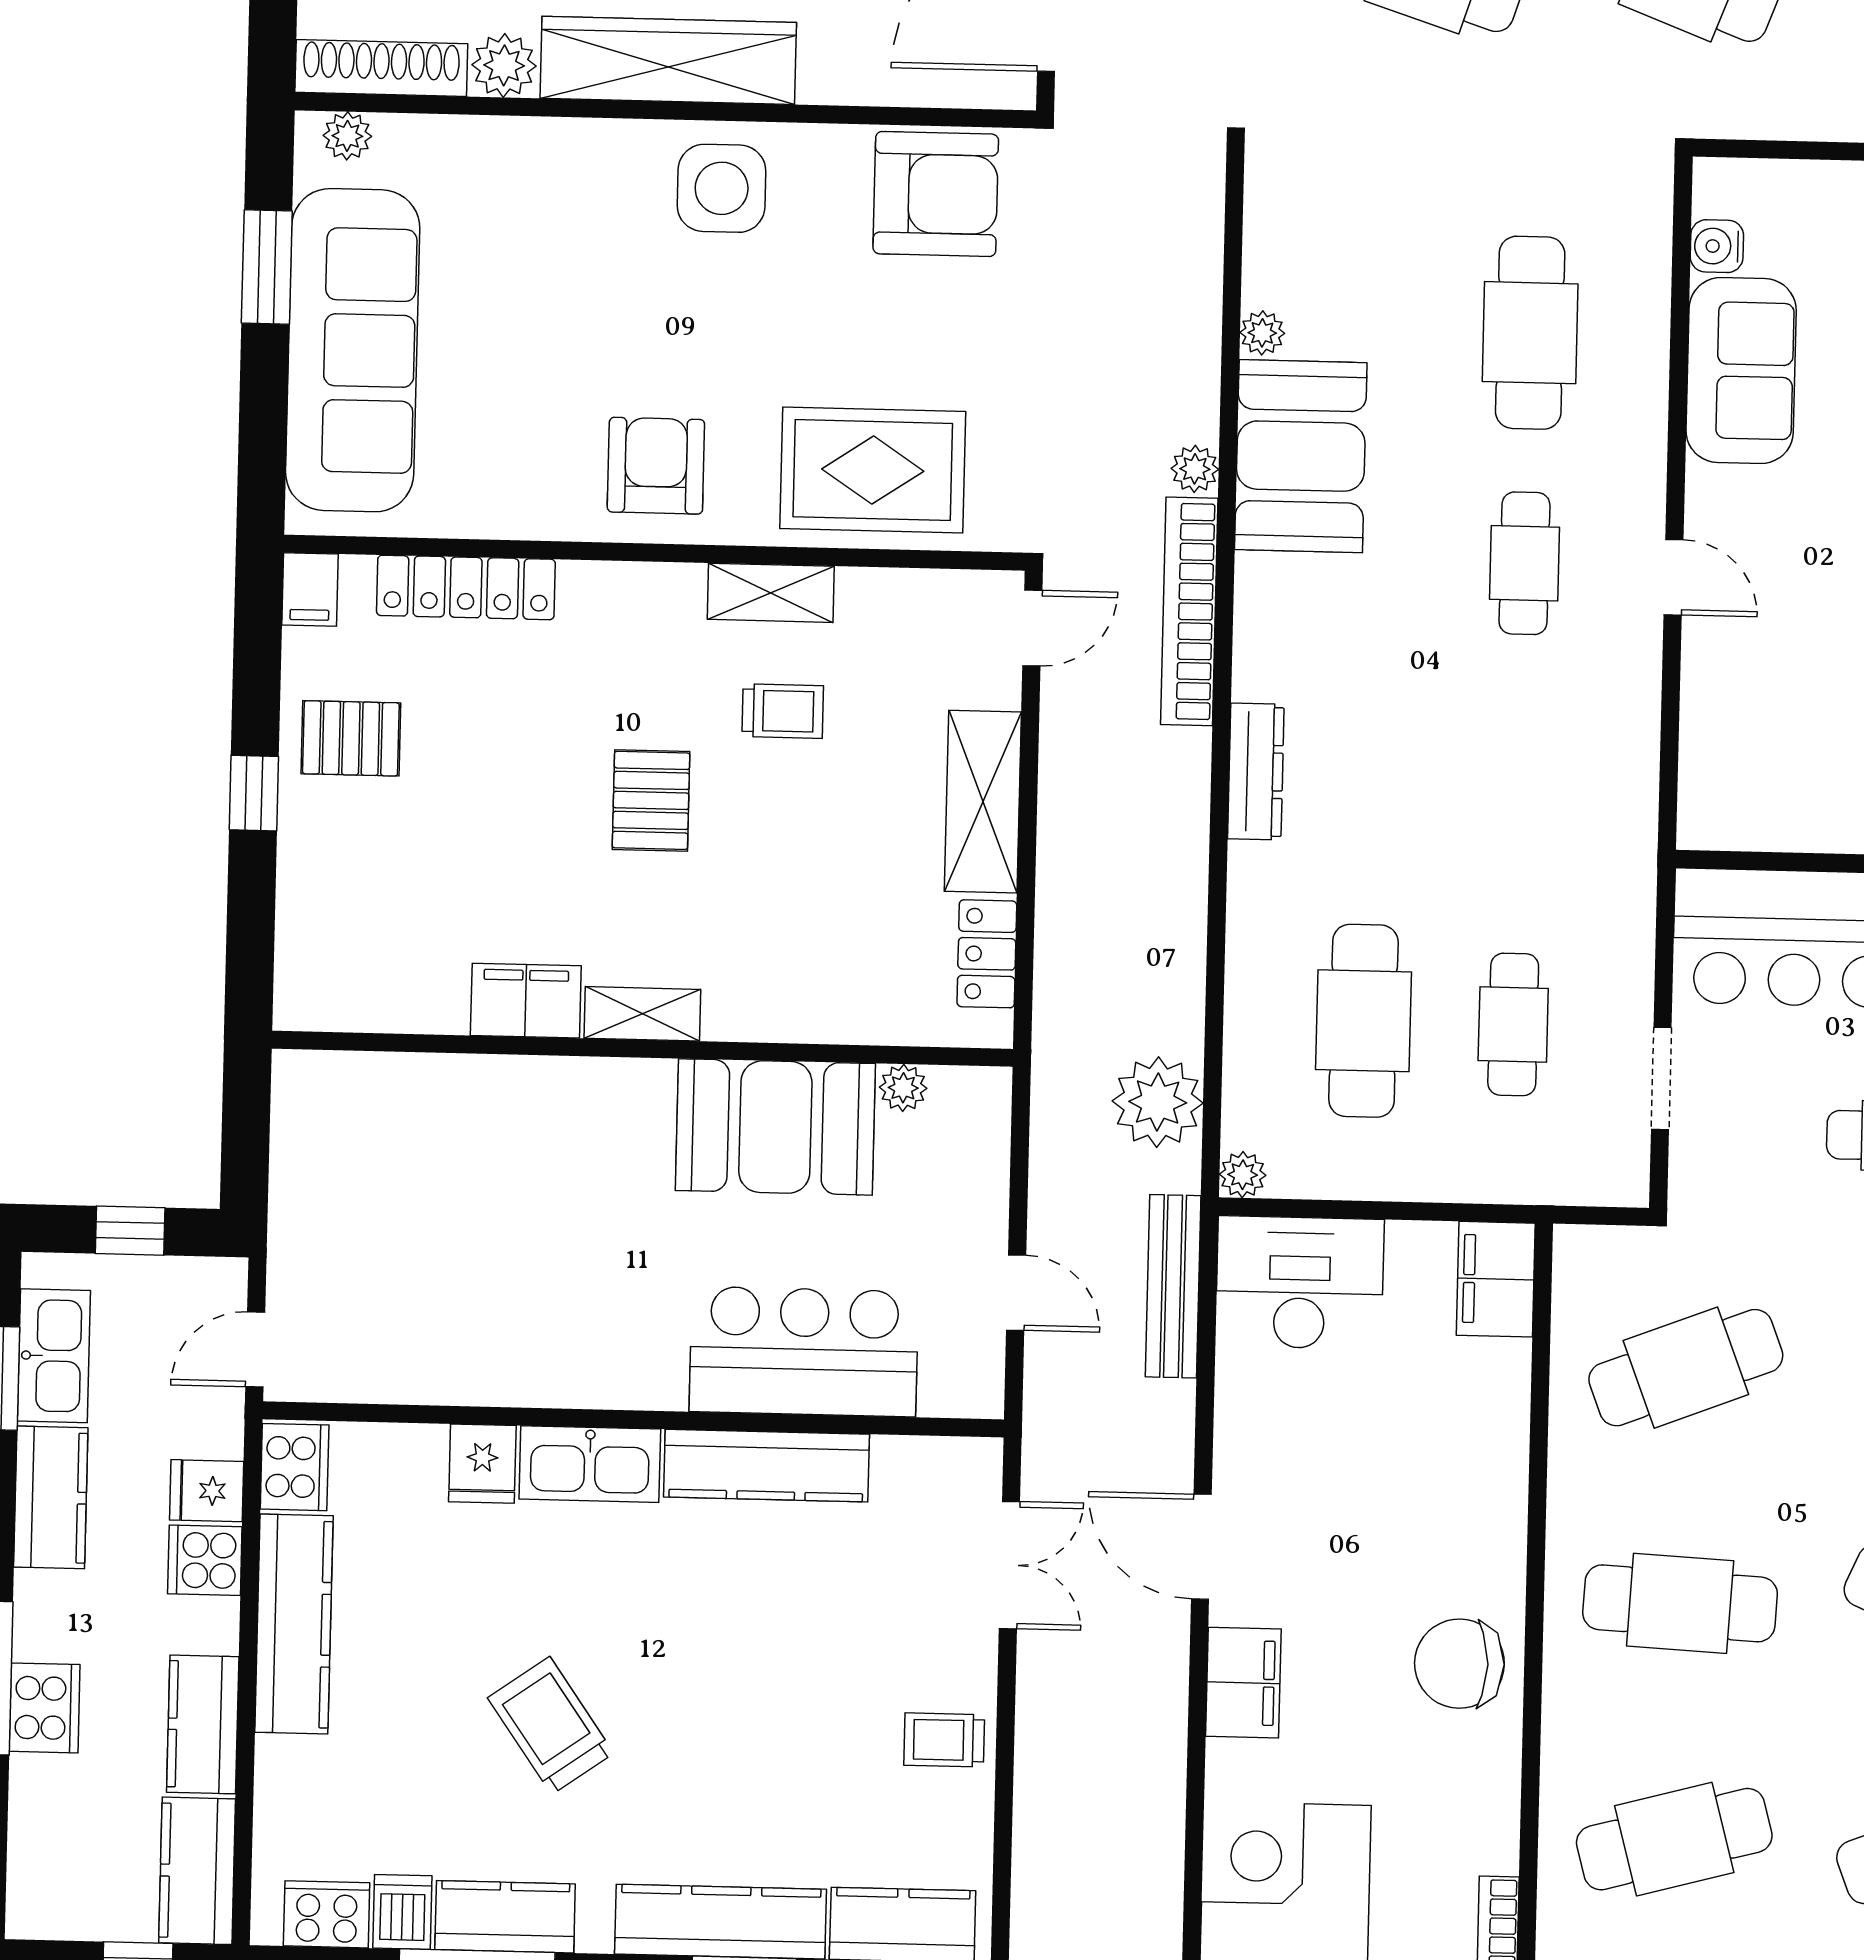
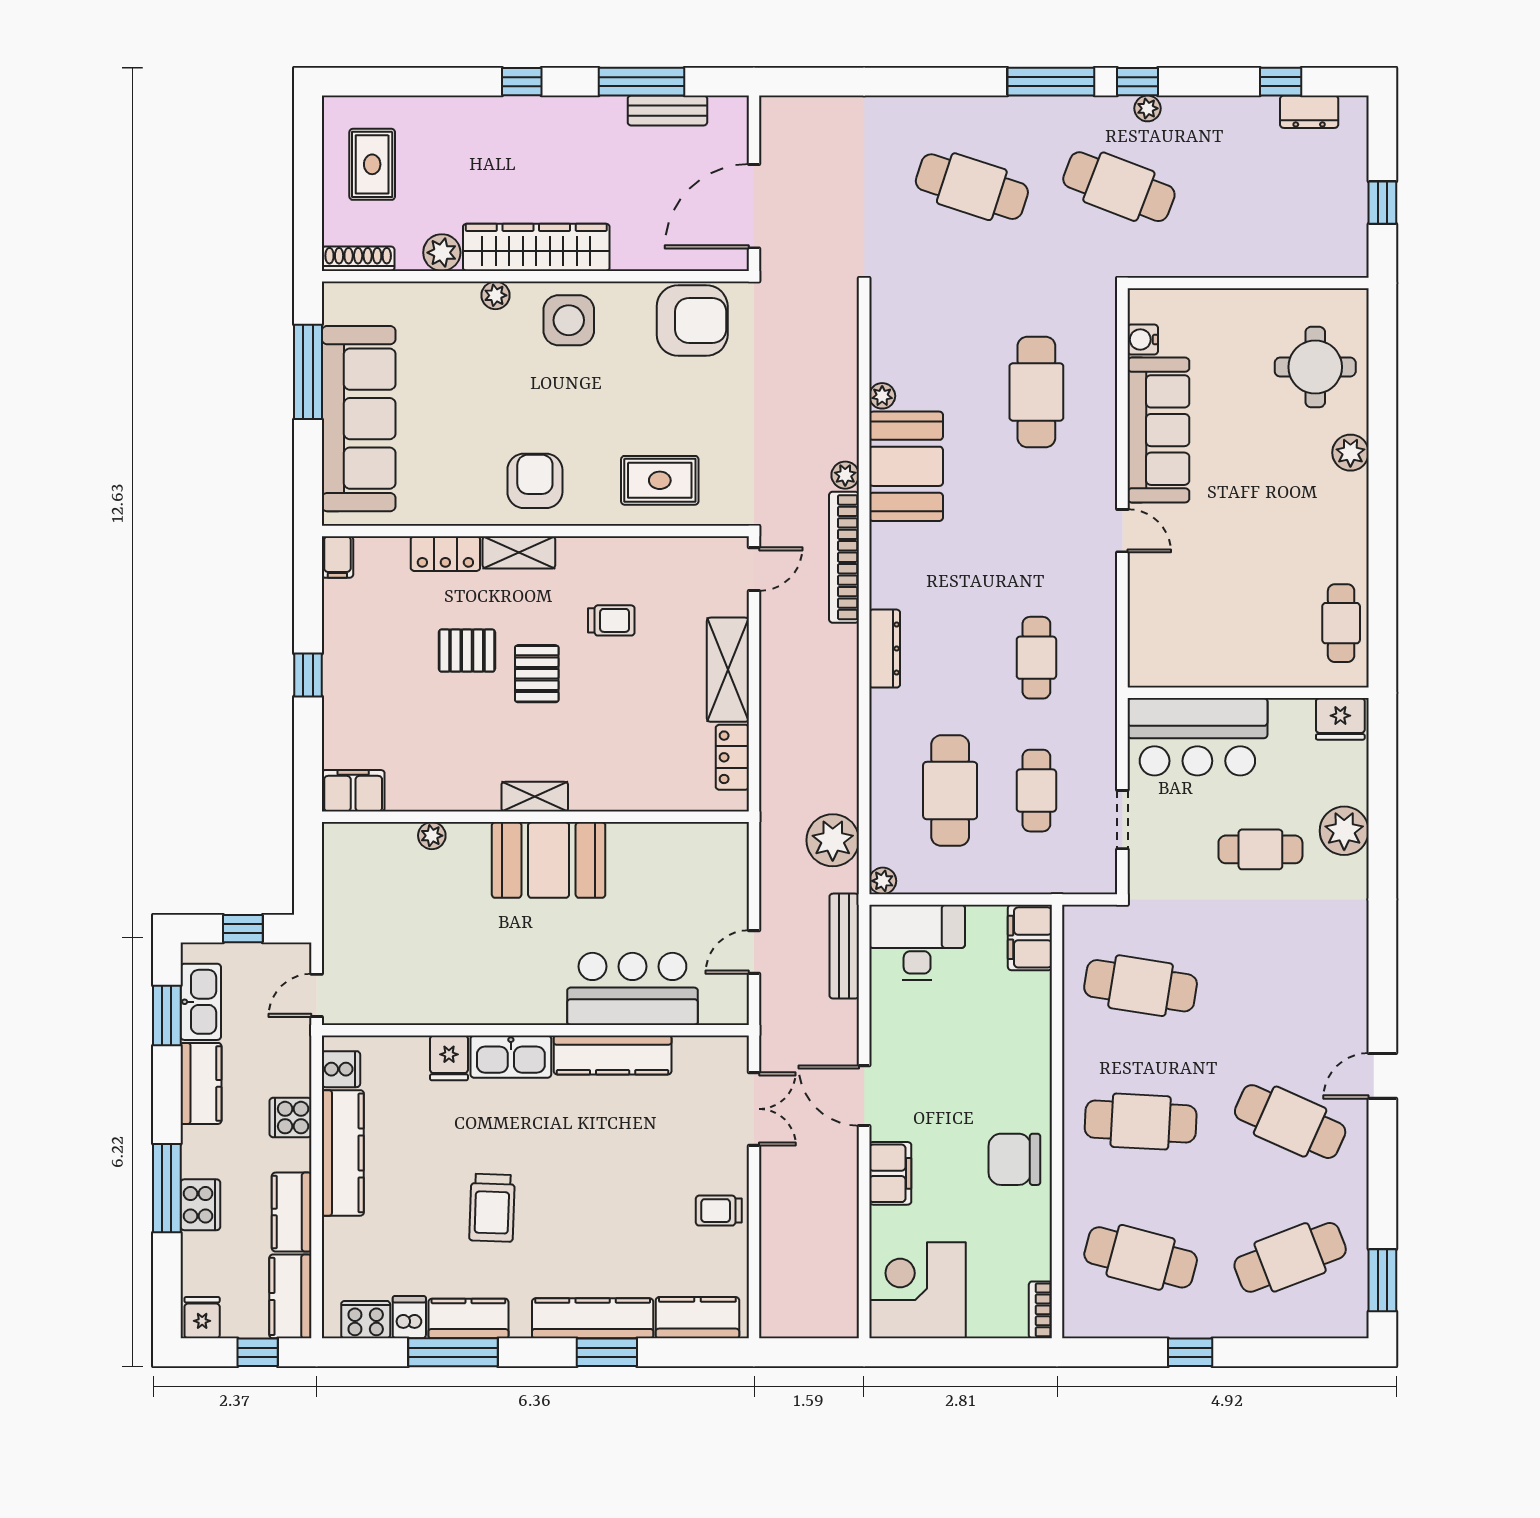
shoe rack: (381, 68) -> (358, 259), width x0.74, depth x0.81
plant: (347, 136) -> (495, 295), moved
window: (267, 267) -> (308, 372), width x1.44
sofa: (1741, 370) -> (1158, 430), width x1.36
rug: (873, 470) -> (660, 480), width x0.73, depth x0.70
cafe table: (1524, 563) -> (1036, 658), moved
locker: (466, 587) -> (445, 554), width x0.66
shelving: (771, 593) -> (519, 552), moved
pallet: (351, 738) -> (467, 651), moved
filing cabinet: (526, 1001) -> (353, 791), moved
plant: (903, 1088) -> (432, 836), moved
booth: (775, 1127) -> (549, 860), moved
door: (1016, 1293) -> (754, 952), swing flipped
cafe table: (1686, 1368) -> (1141, 986), turned 30
cooker: (295, 1467) -> (341, 1069), width x0.73
fridge: (207, 1491) -> (202, 1318), moved, turned 90
trolley: (551, 1726) -> (492, 1208), turned -143
cafe table: (1674, 1839) -> (1141, 1257), turned 30

